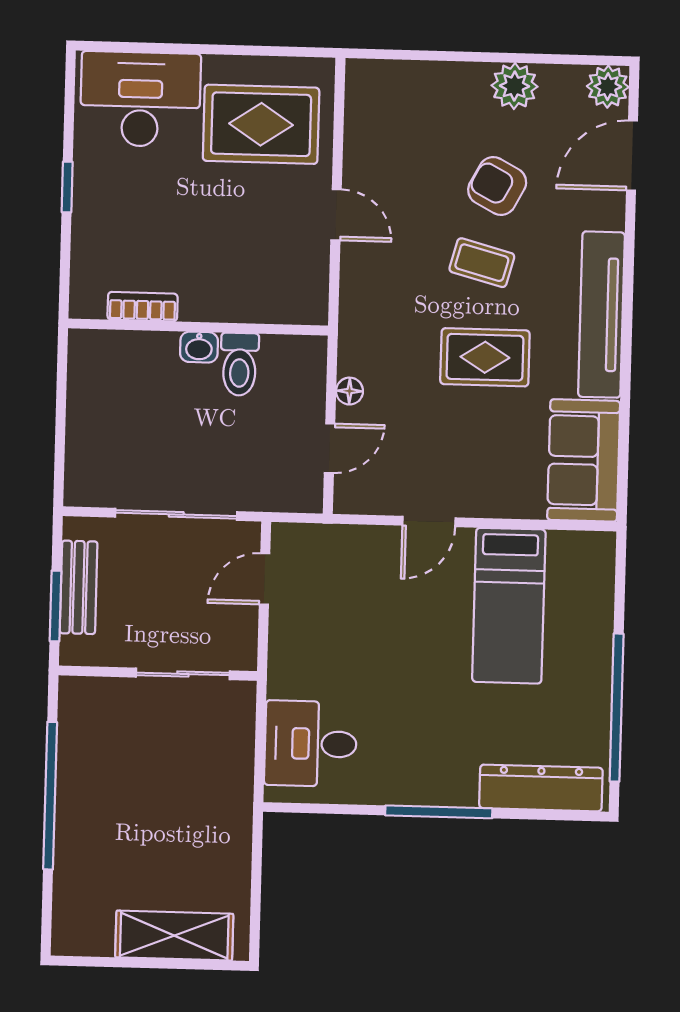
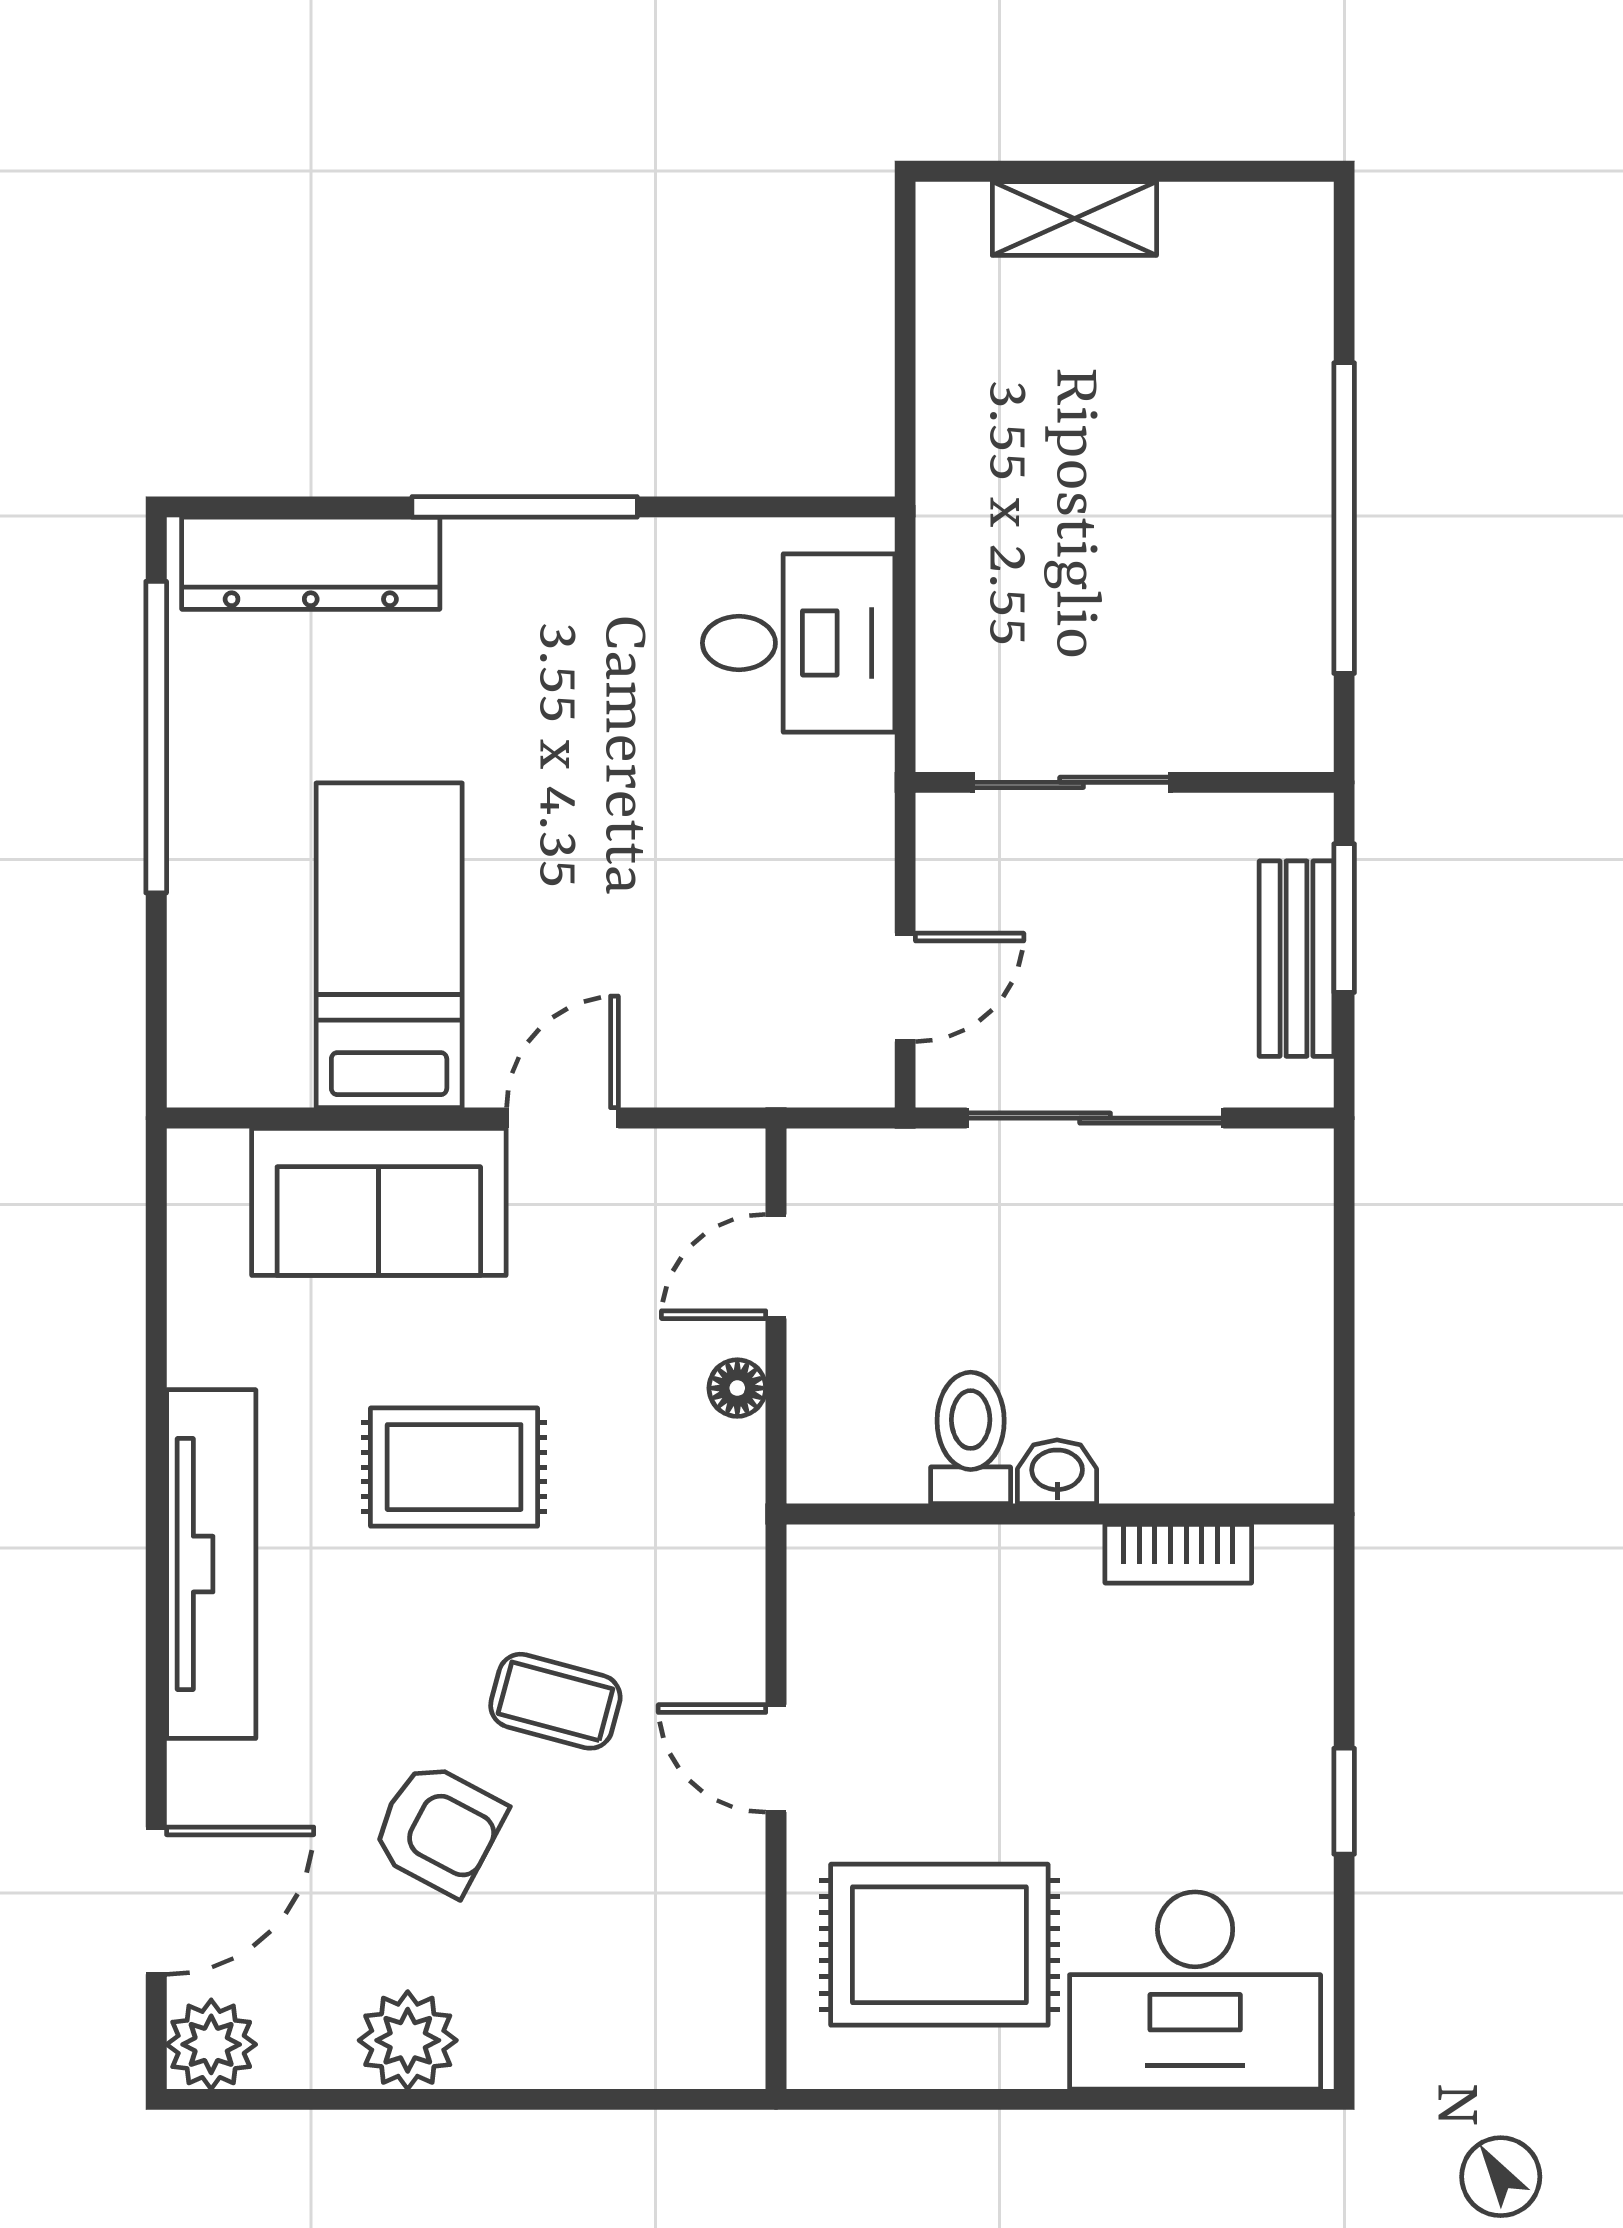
coffee table: (482, 263) -> (555, 1701), moved
sofa: (584, 460) -> (379, 1202), moved, turned 90
shelving: (174, 936) -> (1074, 218), width x0.67, depth x0.75

